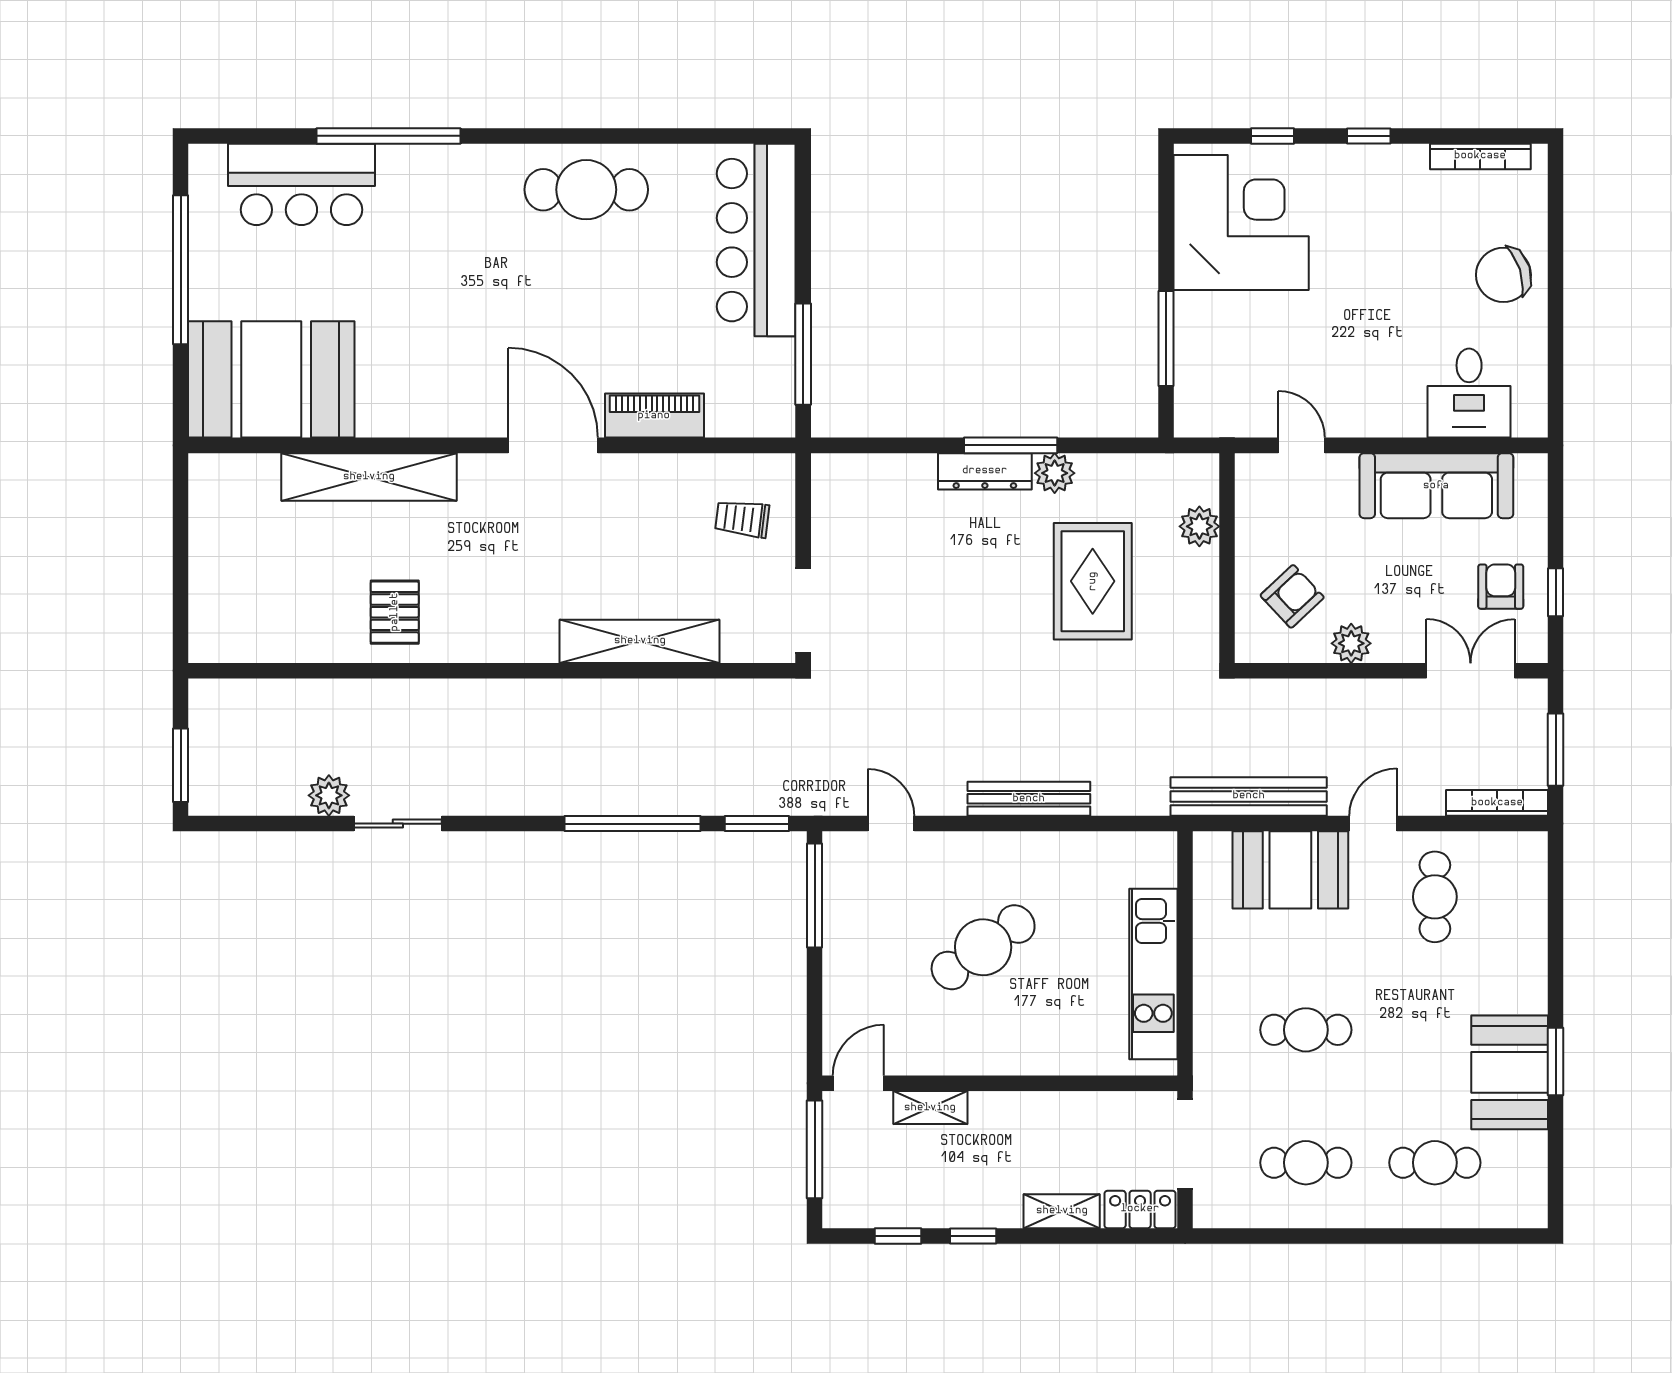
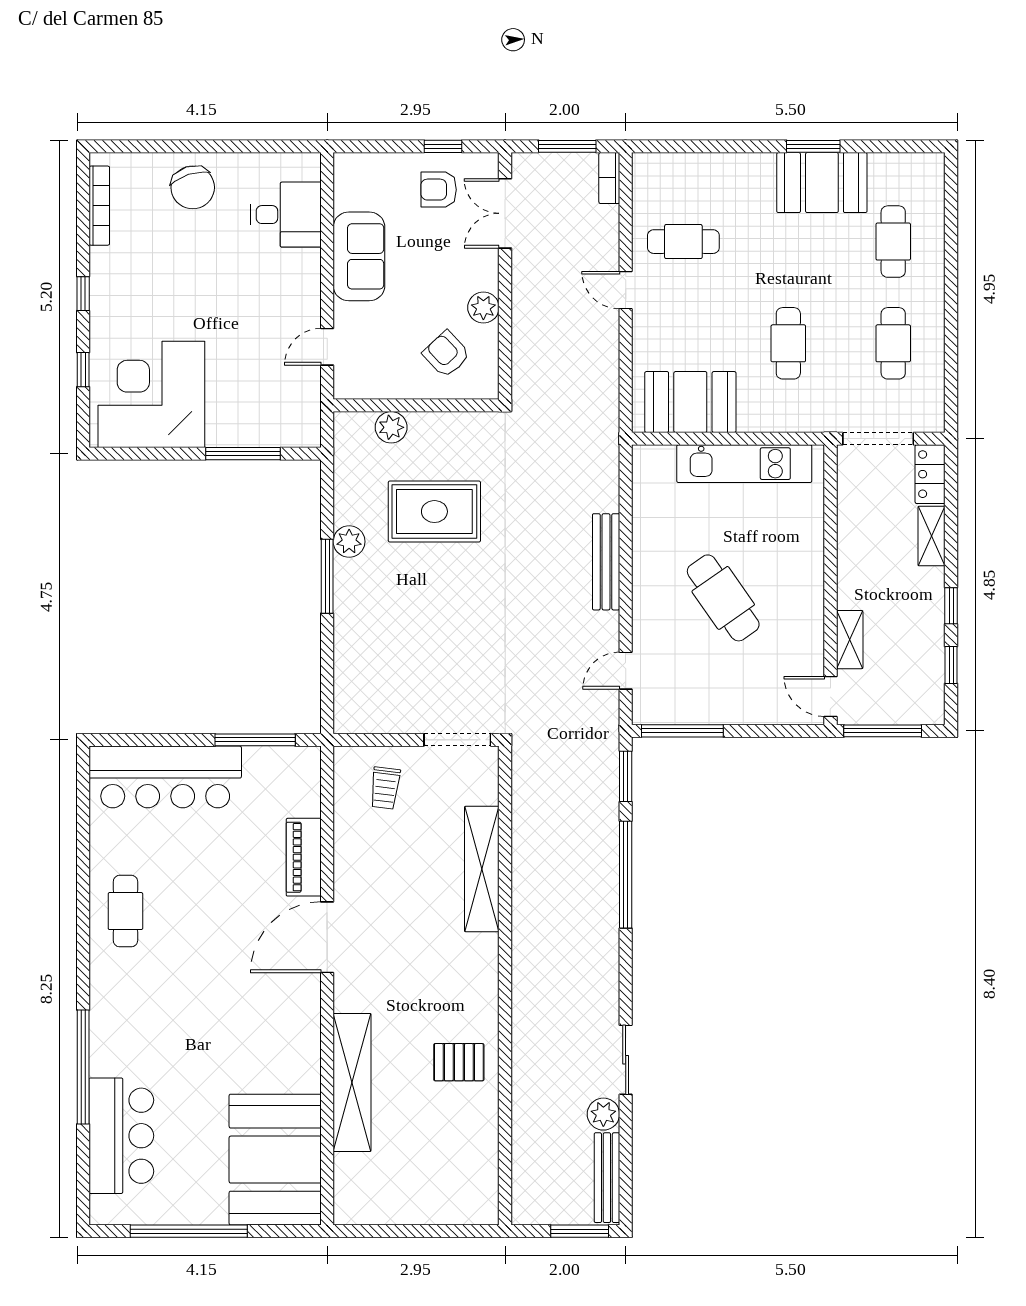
cafe table: (586, 190) -> (125, 911), width x0.73, depth x0.74
dresser: (985, 471) -> (348, 597), removed
sofa: (1436, 486) -> (359, 256), width x0.73
bench: (1249, 796) -> (607, 1178), moved, width x0.73, depth x0.82
bookcase: (1497, 803) -> (609, 178), width x0.64
booth: (1290, 870) -> (690, 402), moved, turned 90

